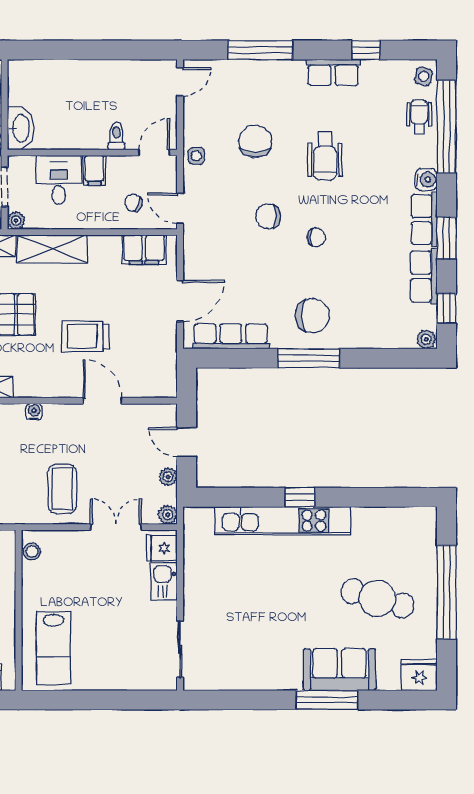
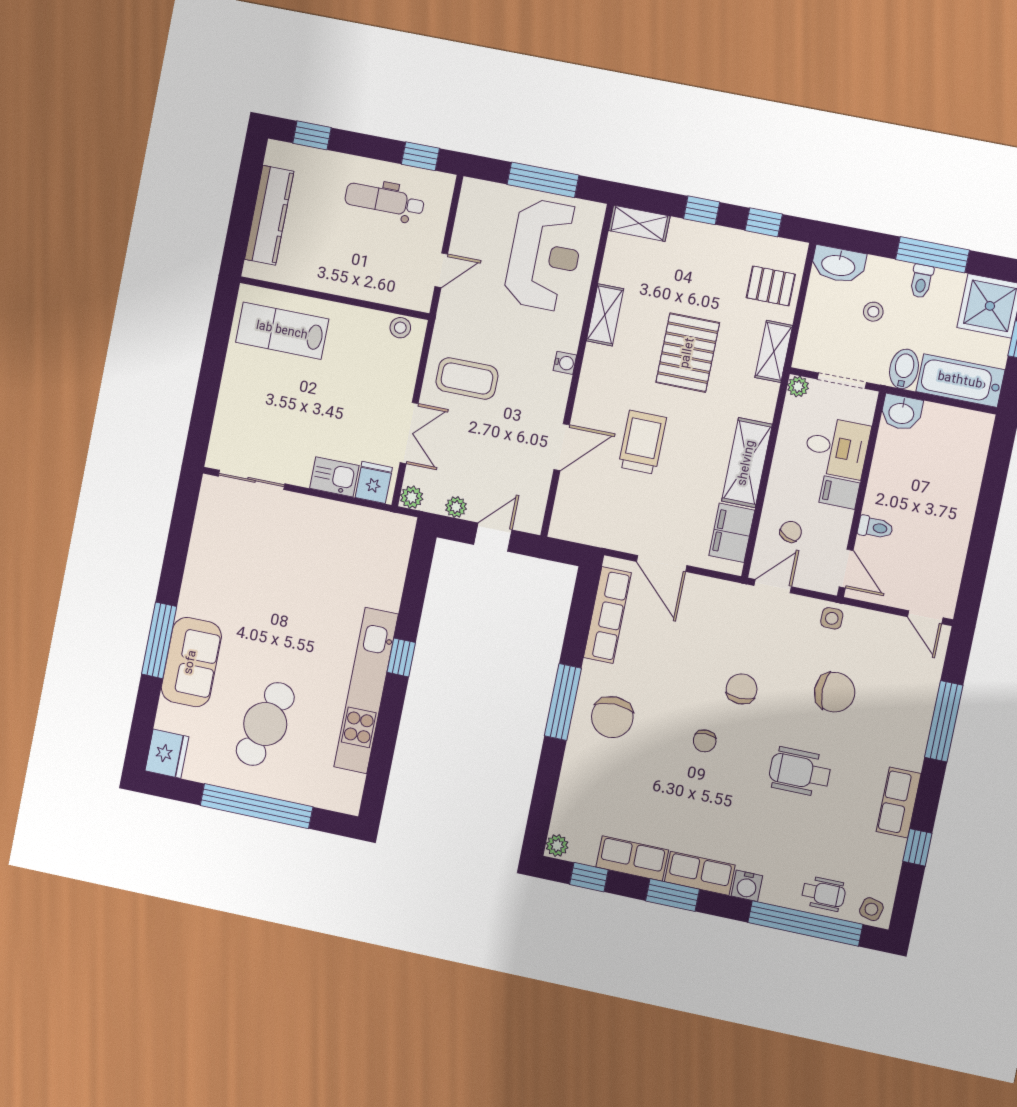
washbasin: (20, 128) -> (901, 413), width x0.72
shelving: (52, 249) -> (747, 463), moved
kitchen unit: (283, 521) -> (366, 691), moved

